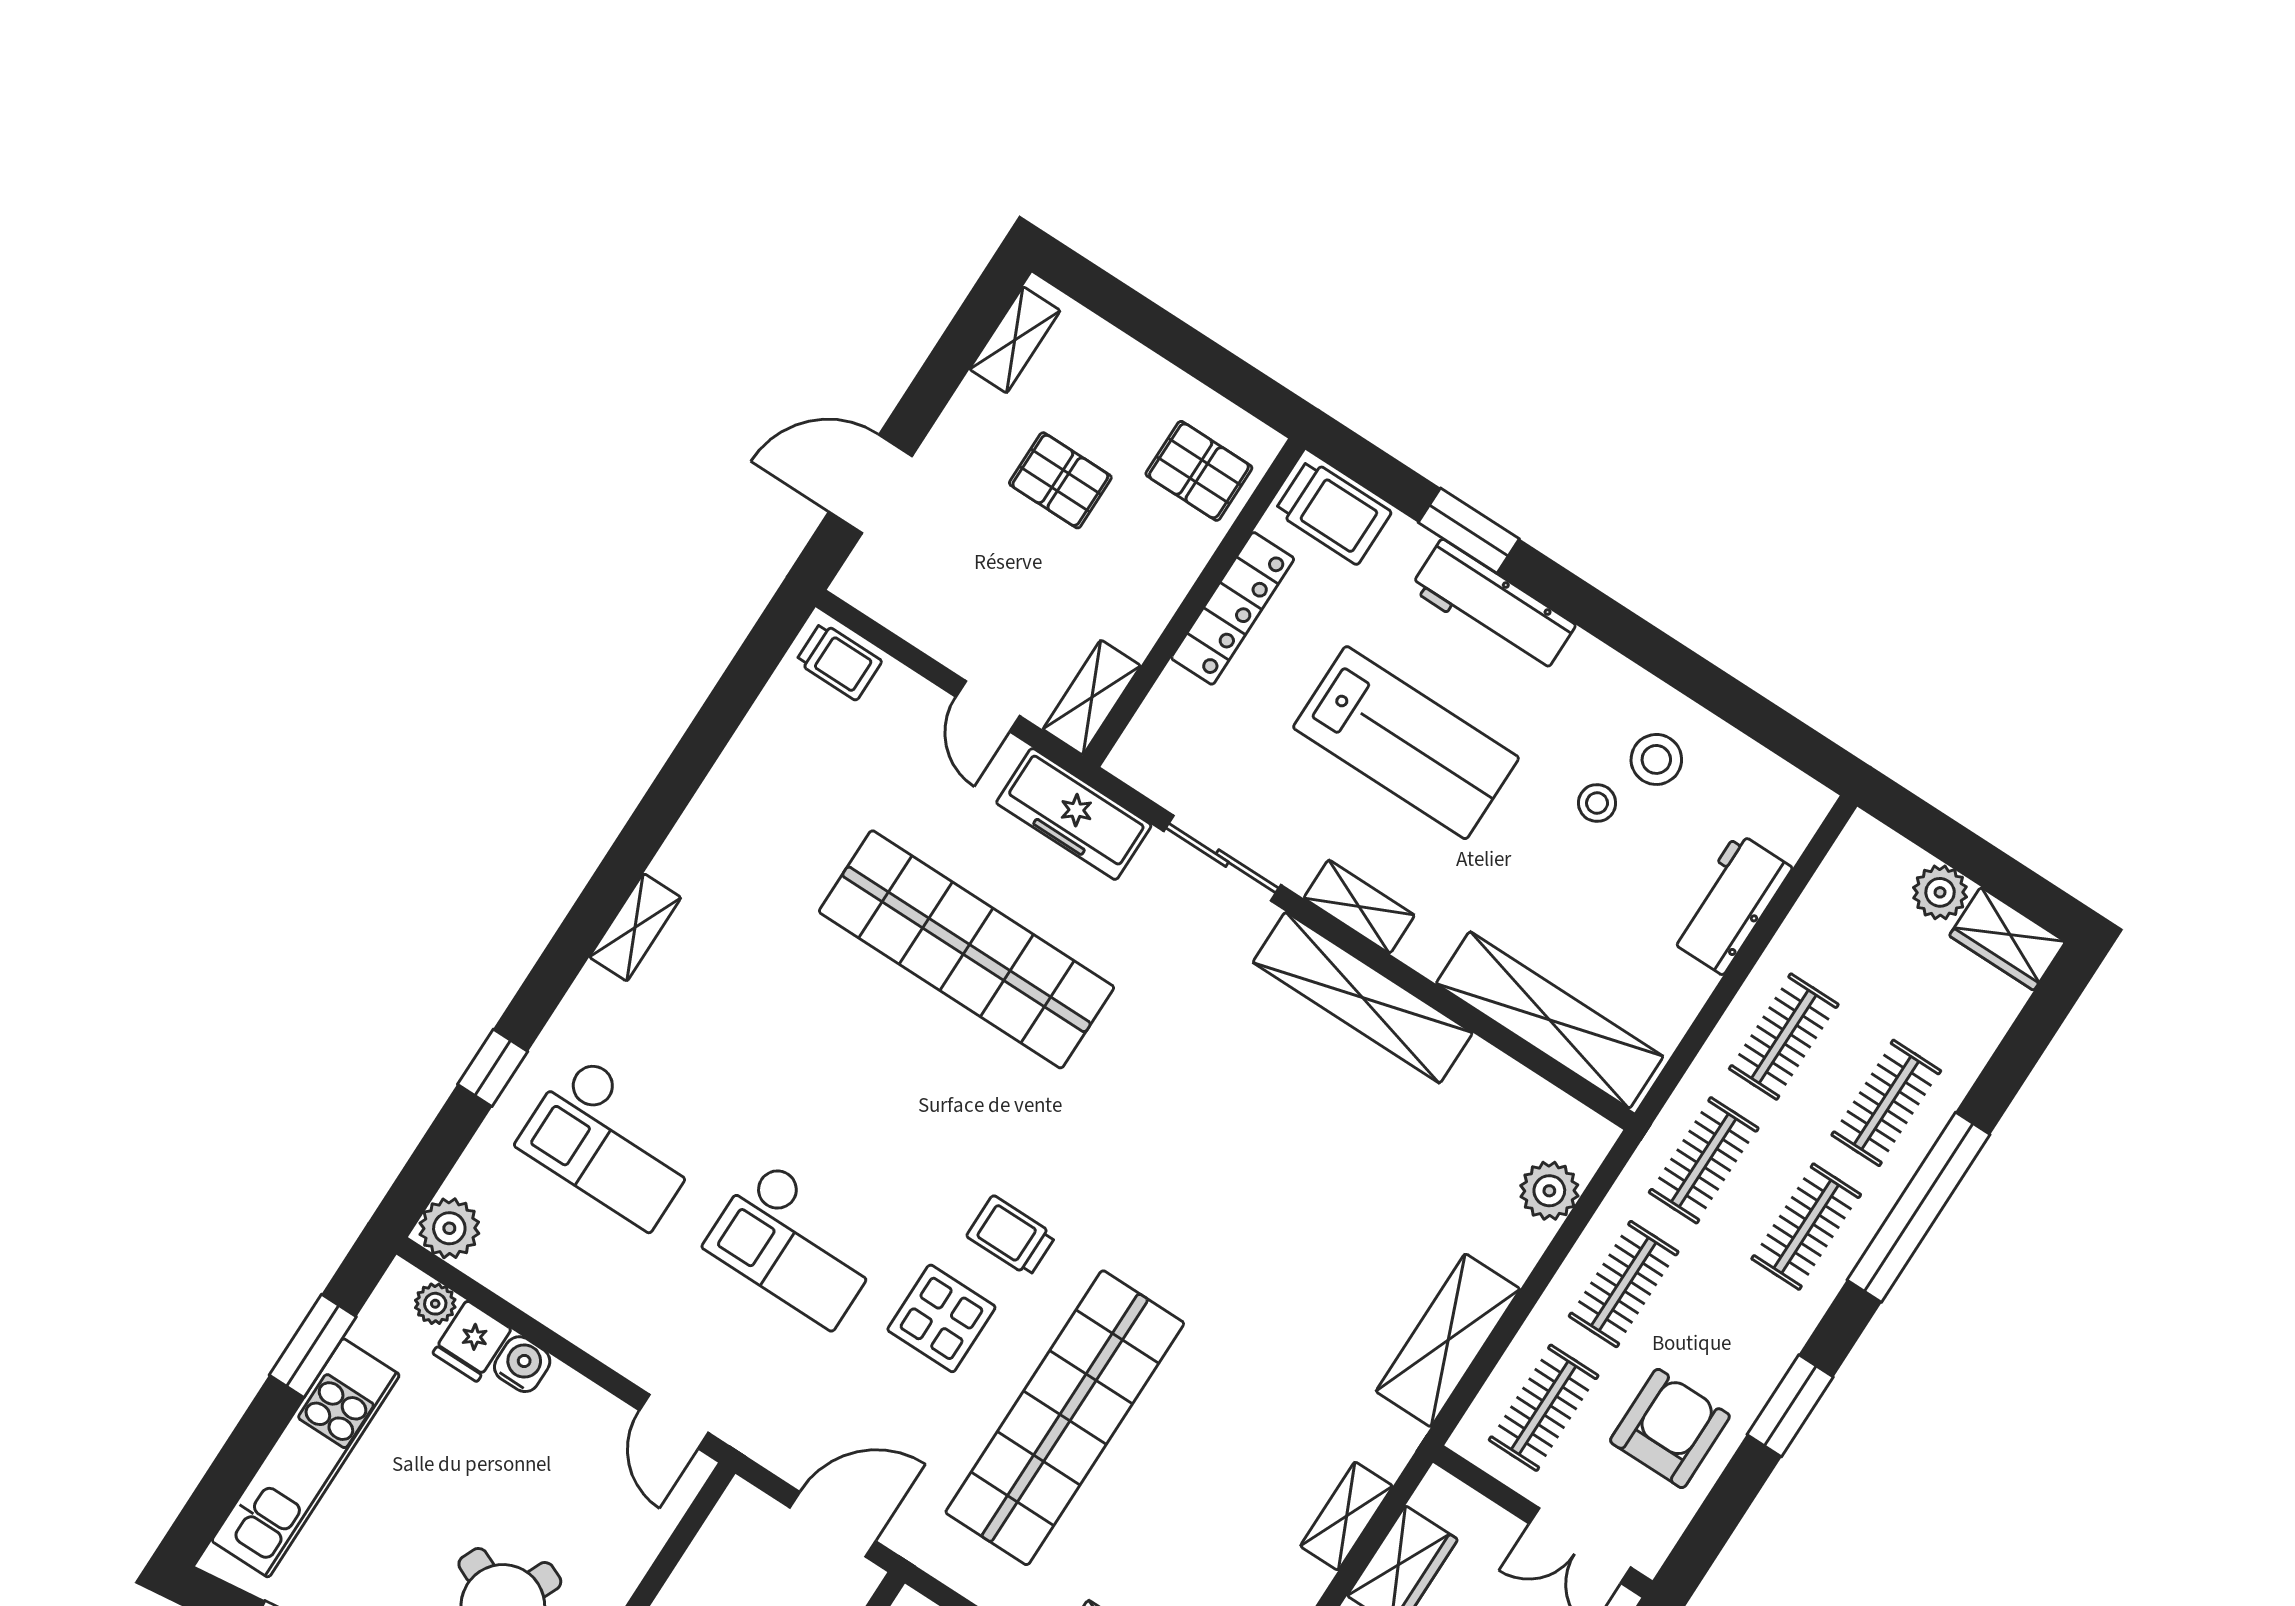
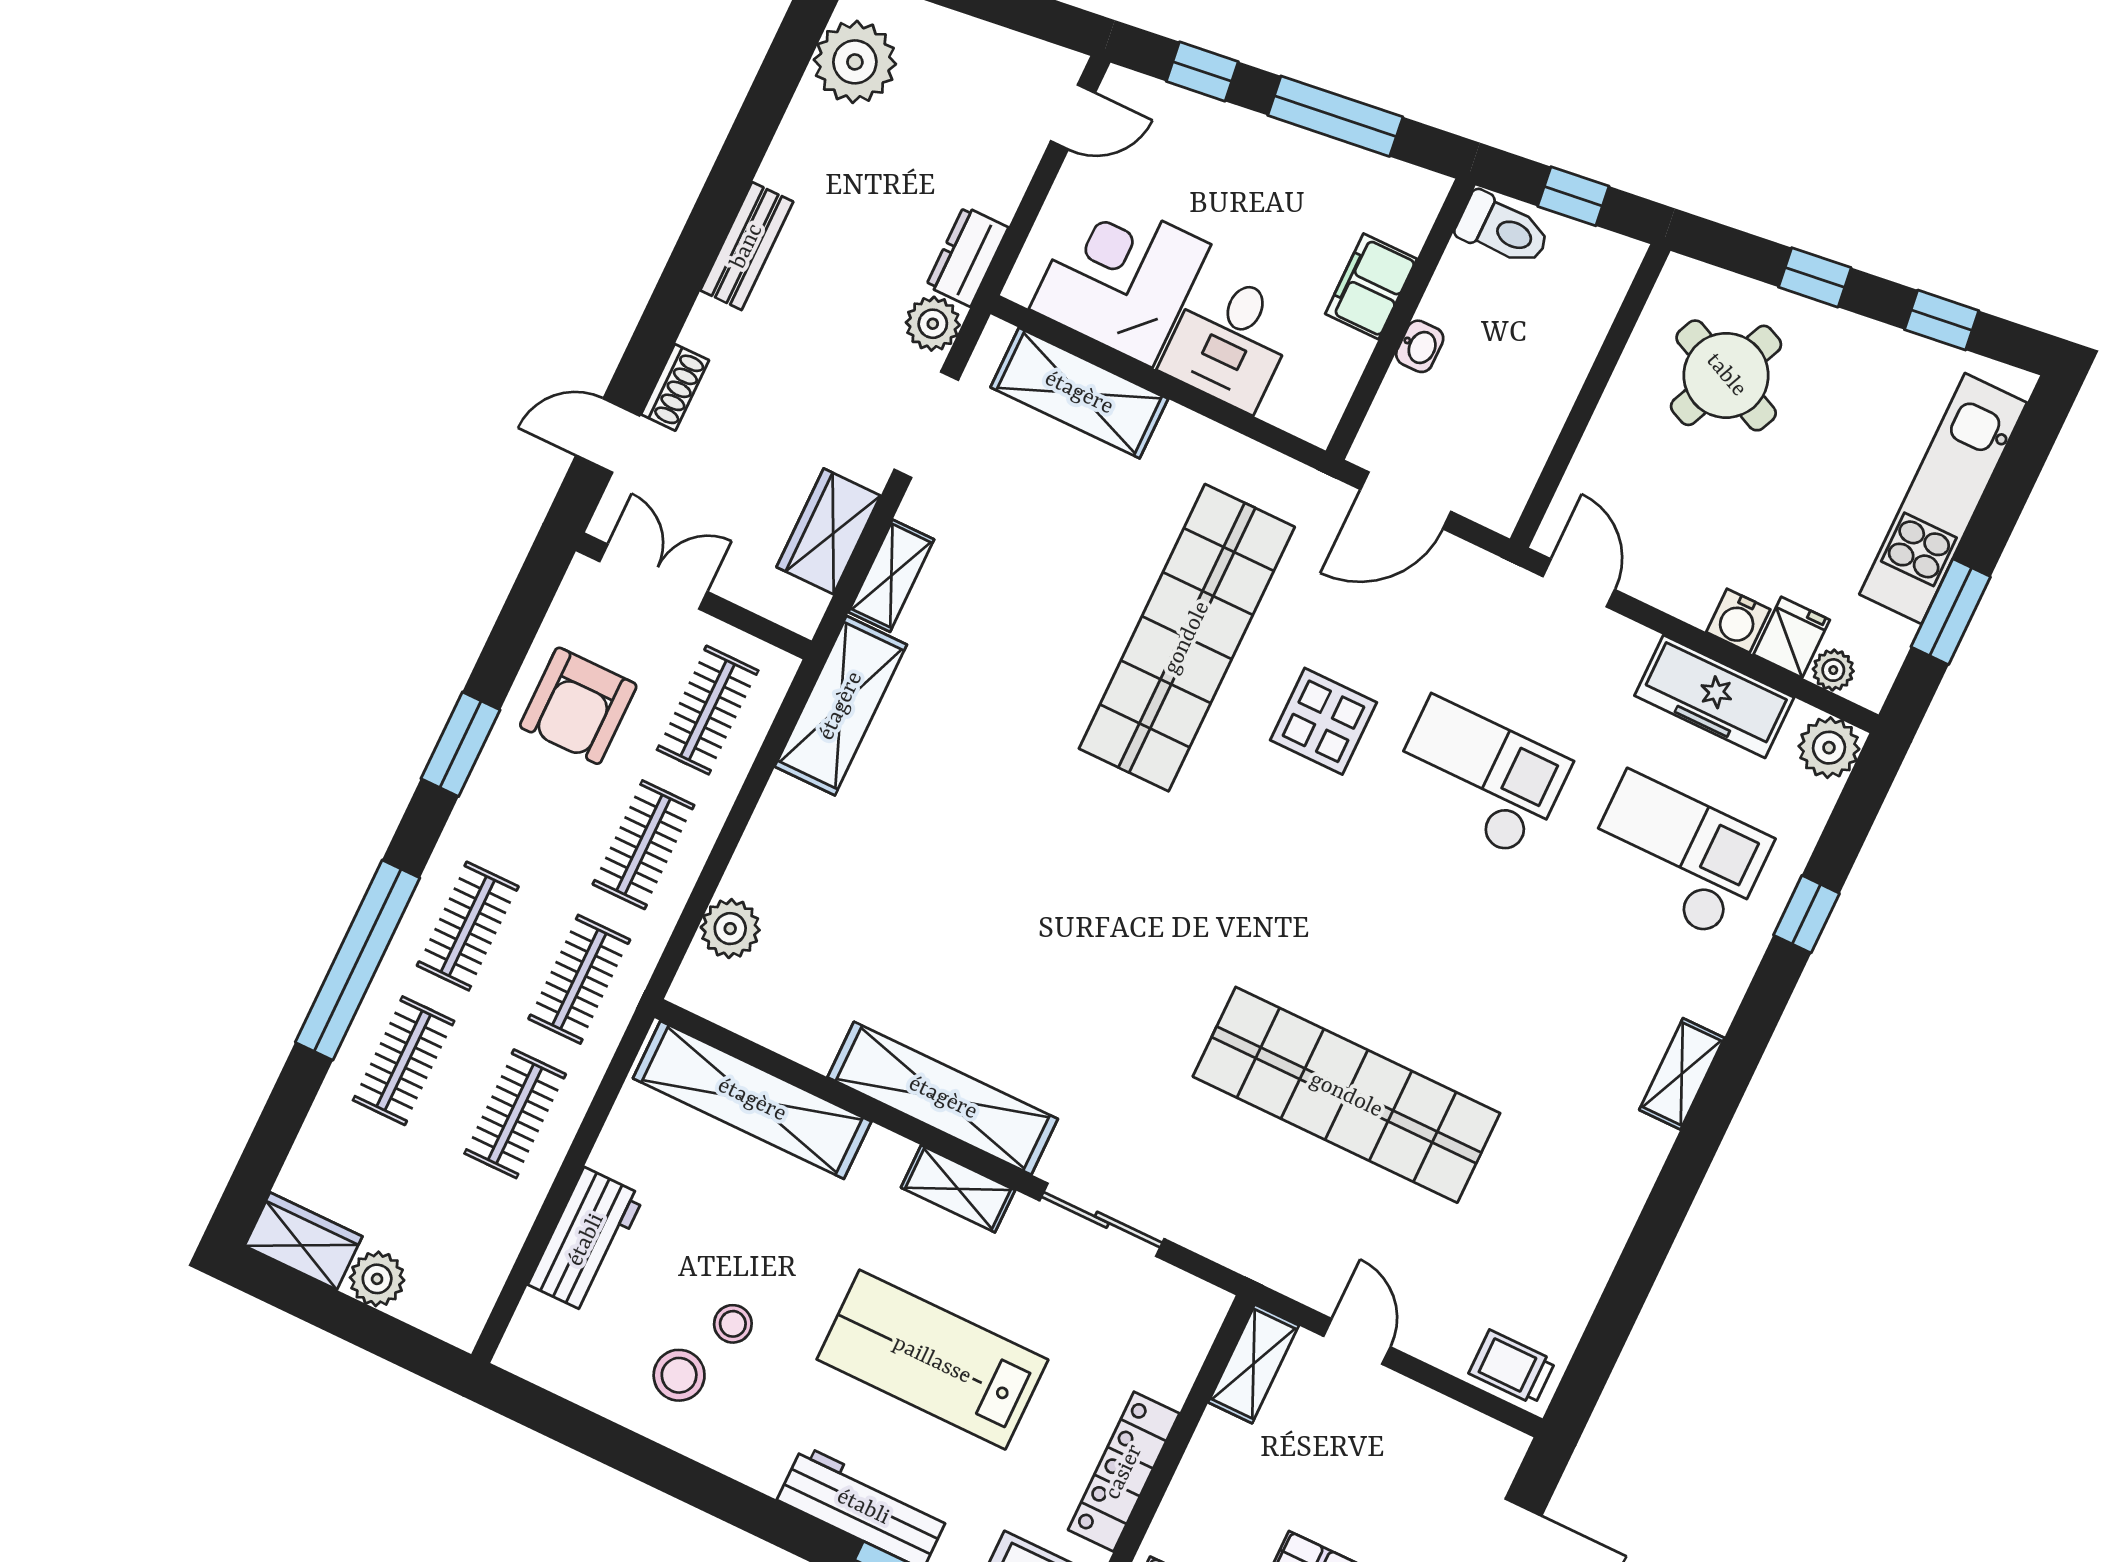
freezer: (1074, 814) -> (1714, 697), moved, turned 180
trolley: (1011, 1236) -> (1264, 813), removed
shelving: (1448, 1340) -> (841, 706), moved

